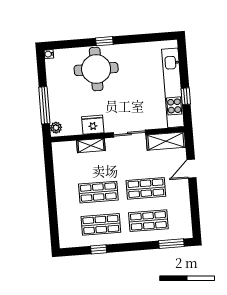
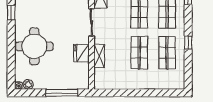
window: (104, 41) -> (11, 13), moved
plant: (56, 128) -> (28, 84), moved
window: (99, 249) -> (188, 43), moved

